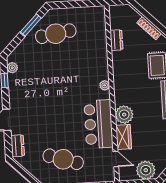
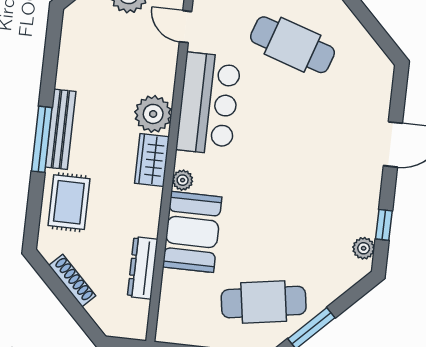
dresser: (116, 40) -> (143, 268), width x1.44
booth: (96, 61) -> (192, 232), added
wardrobe: (124, 137) -> (152, 160), moved
dresser: (18, 146) -> (380, 88), removed

